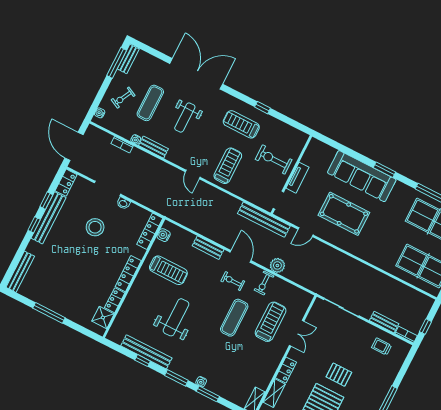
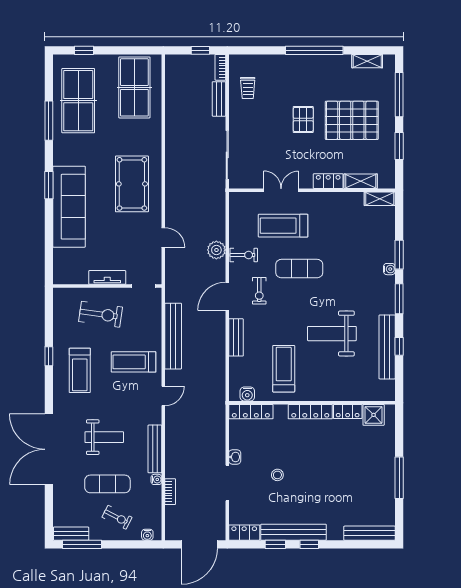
bench: (153, 147) -> (155, 449), width x1.36
exercise bike: (274, 160) -> (101, 314), turned -82
pool table: (344, 214) -> (132, 184), moved
bench: (264, 220) -> (173, 336), moved
stool: (95, 227) -> (277, 475), width x0.53, depth x0.53

